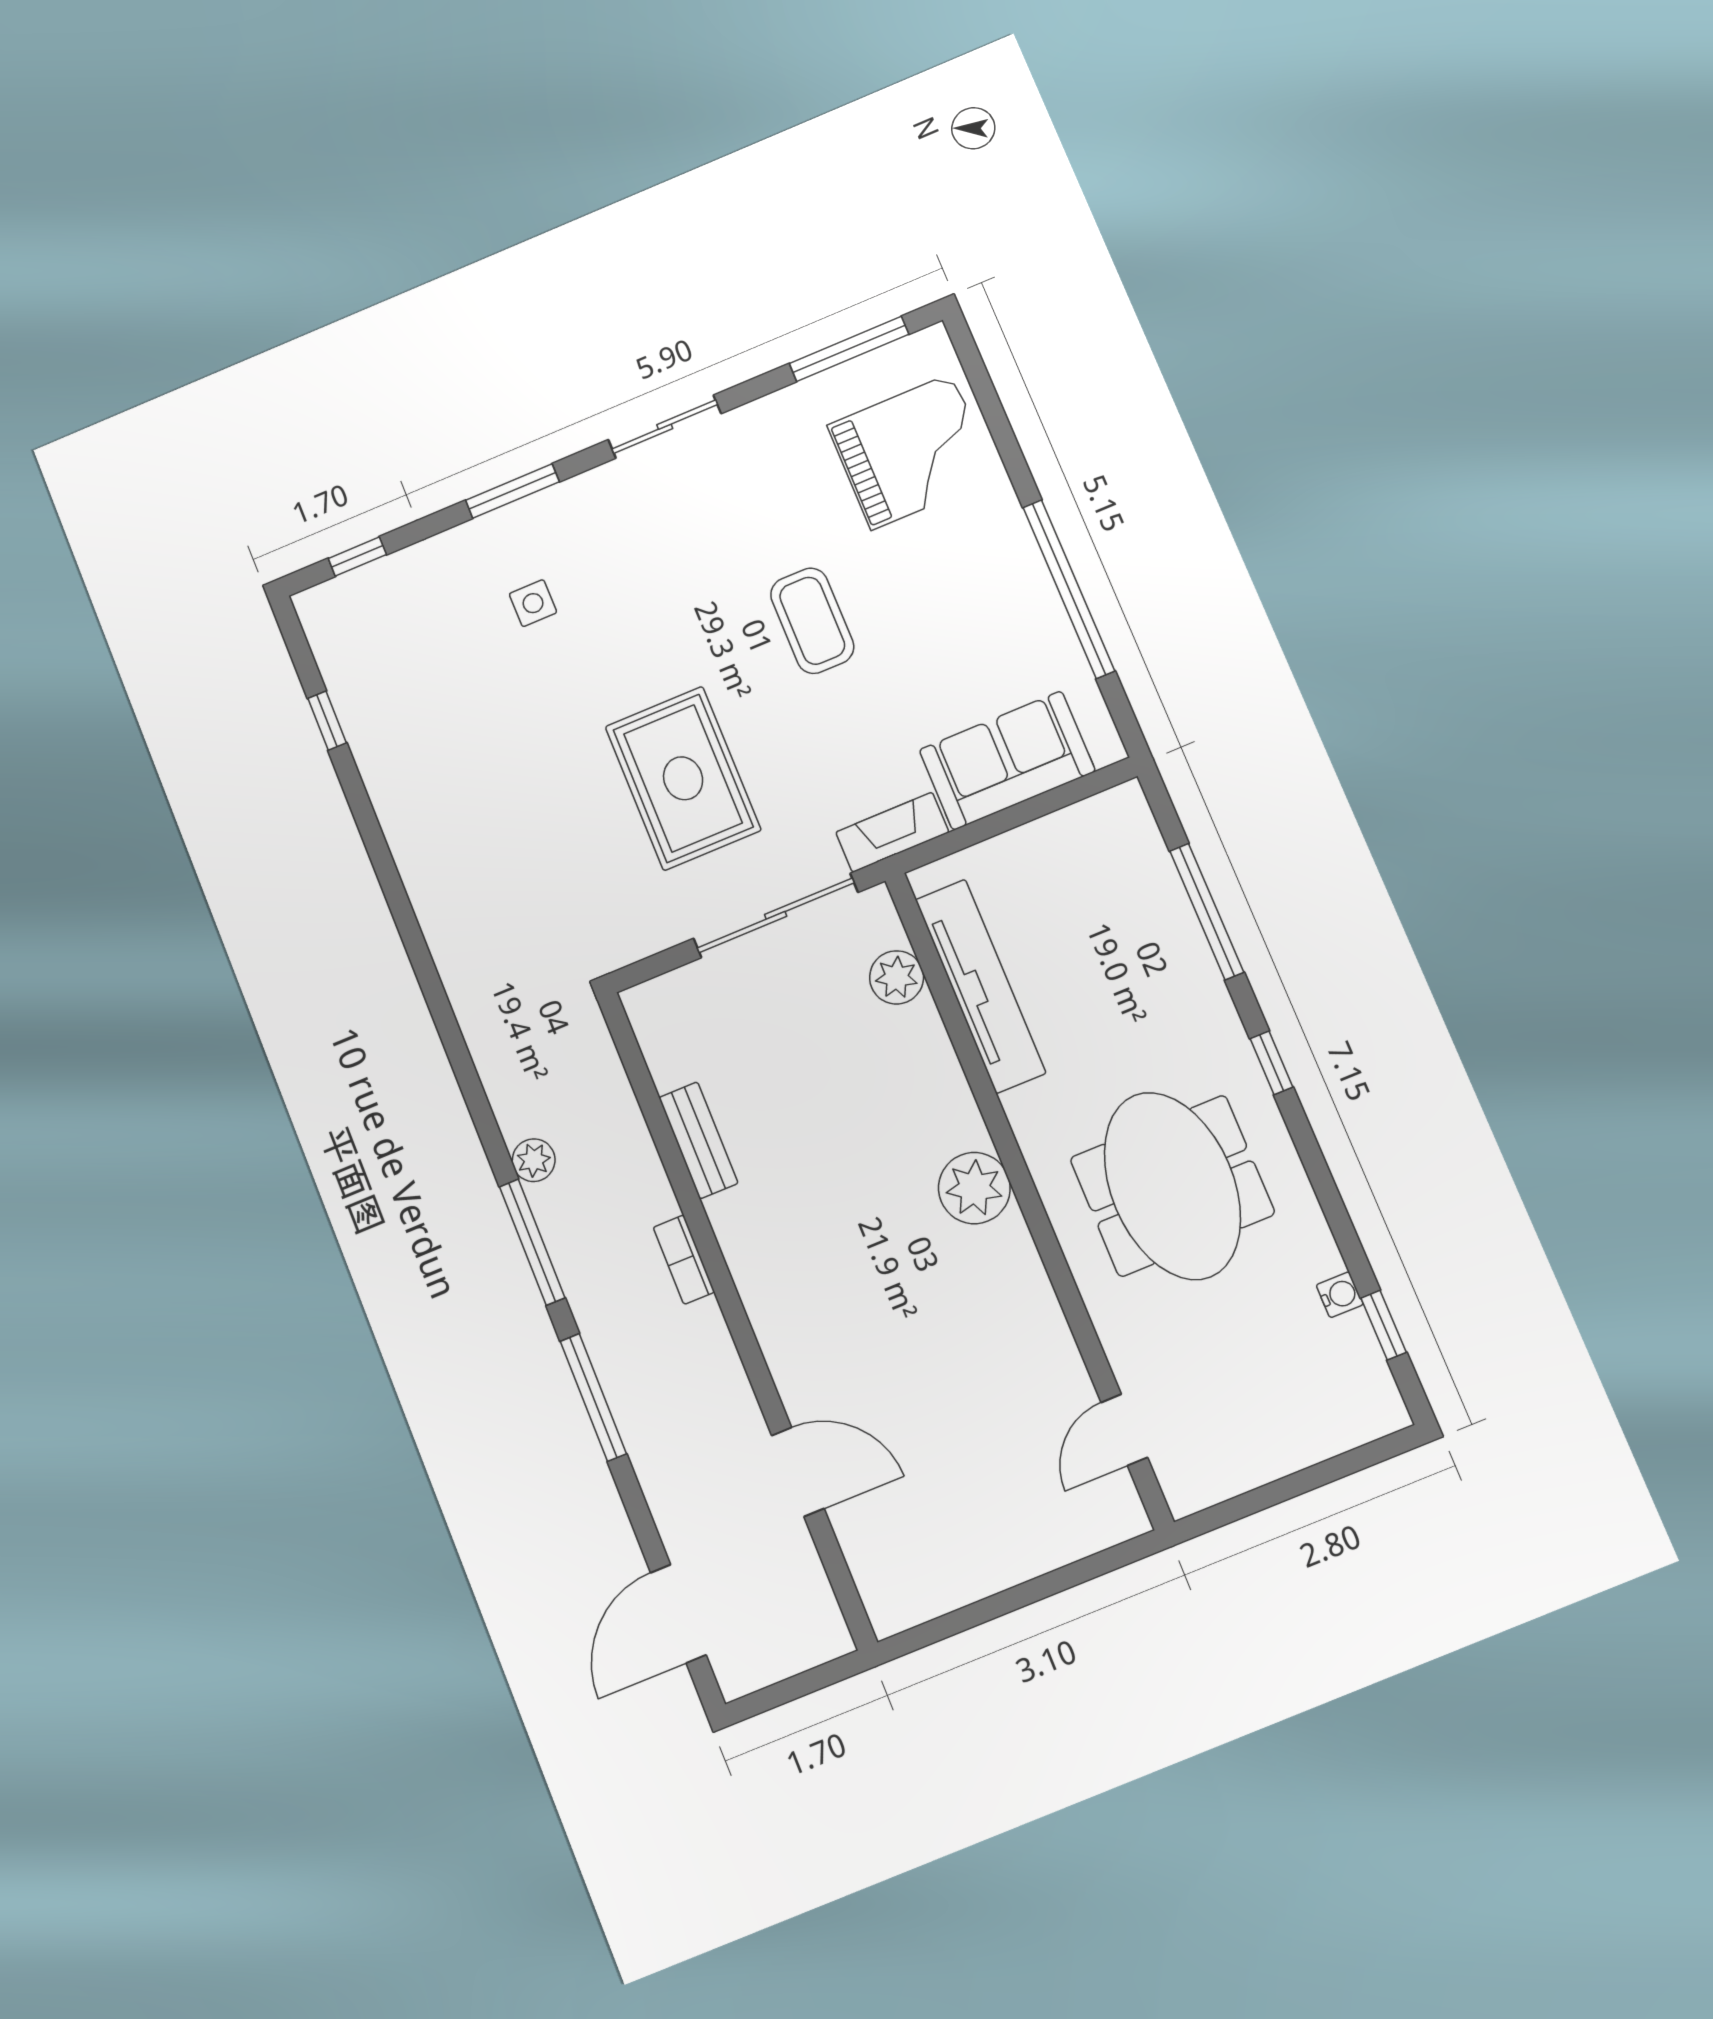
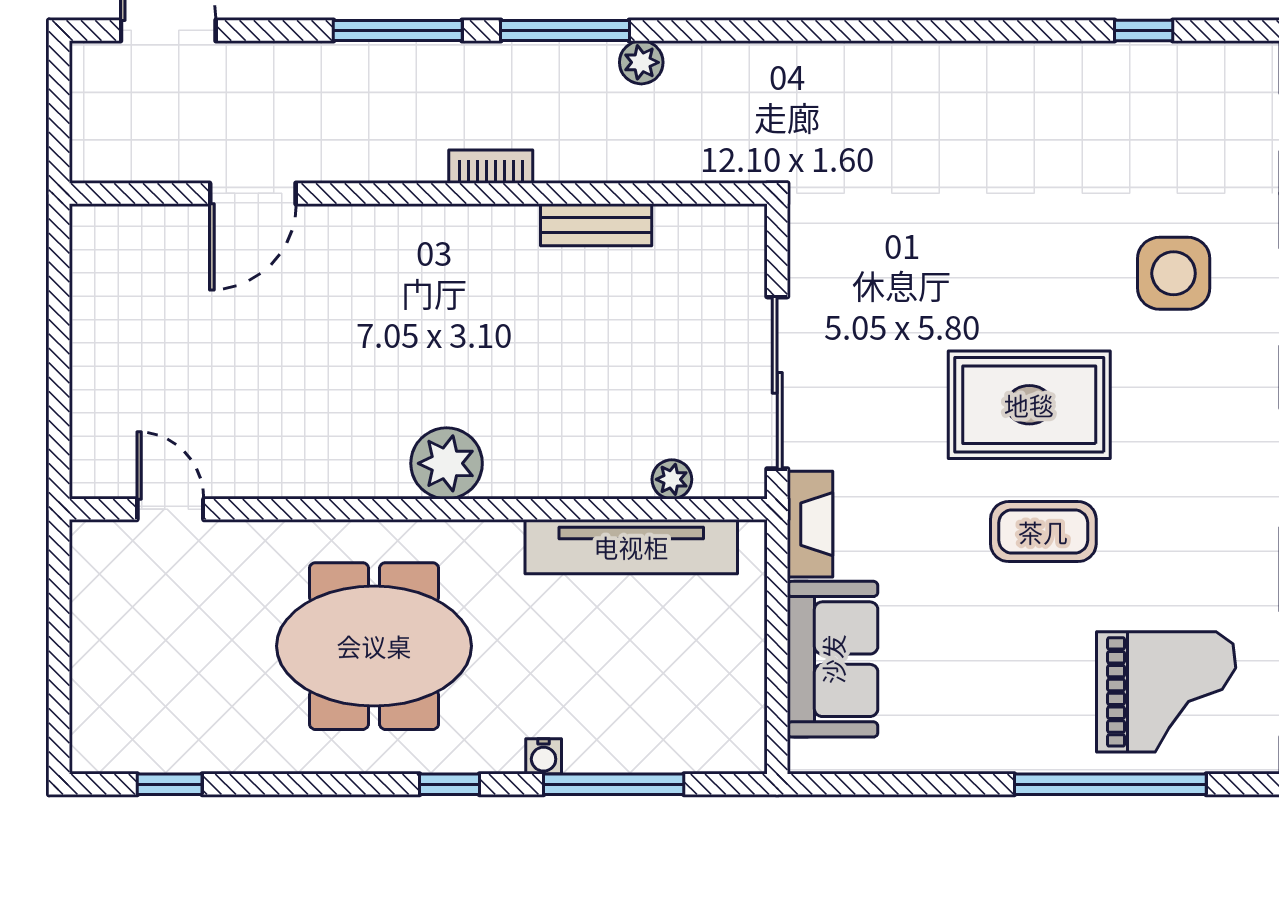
grand piano: (912, 452) -> (1166, 692), turned -90
window: (1069, 589) -> (1110, 784), moved
side table: (533, 603) -> (1174, 273), width x1.87, depth x1.87
rug: (683, 778) -> (1029, 405), moved
plant: (897, 977) -> (672, 479), width x0.73, depth x0.73
water cooler: (1340, 1295) -> (544, 756), moved

